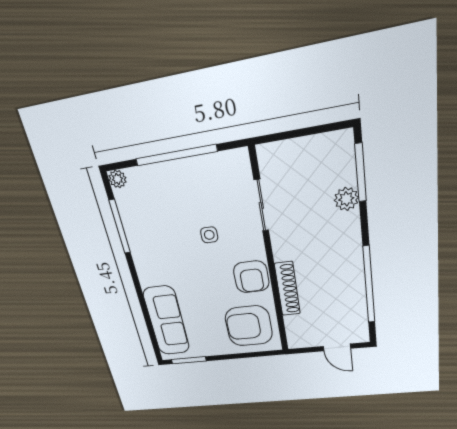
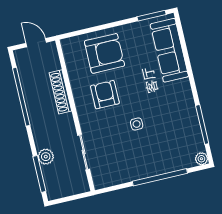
sliding door: (261, 206) -> (84, 152), moved
wall: (270, 257) -> (75, 115), moved
shoe rack: (287, 289) -> (60, 92), moved

